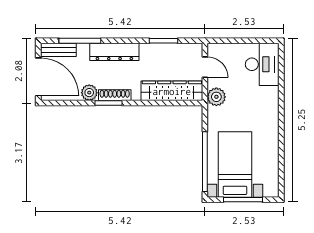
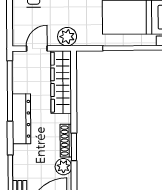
window: (164, 41) -> (10, 91), width x2.11
dresser: (114, 52) -> (21, 119), moved

